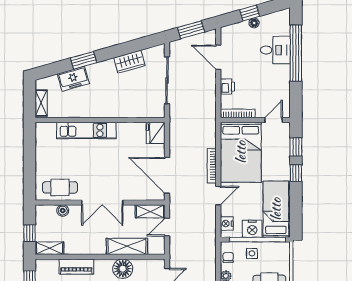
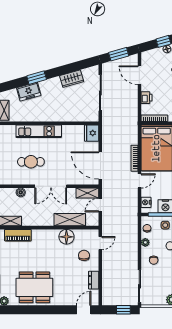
cafe table: (60, 187) -> (31, 162), moved
piano: (76, 267) -> (18, 235), moved

